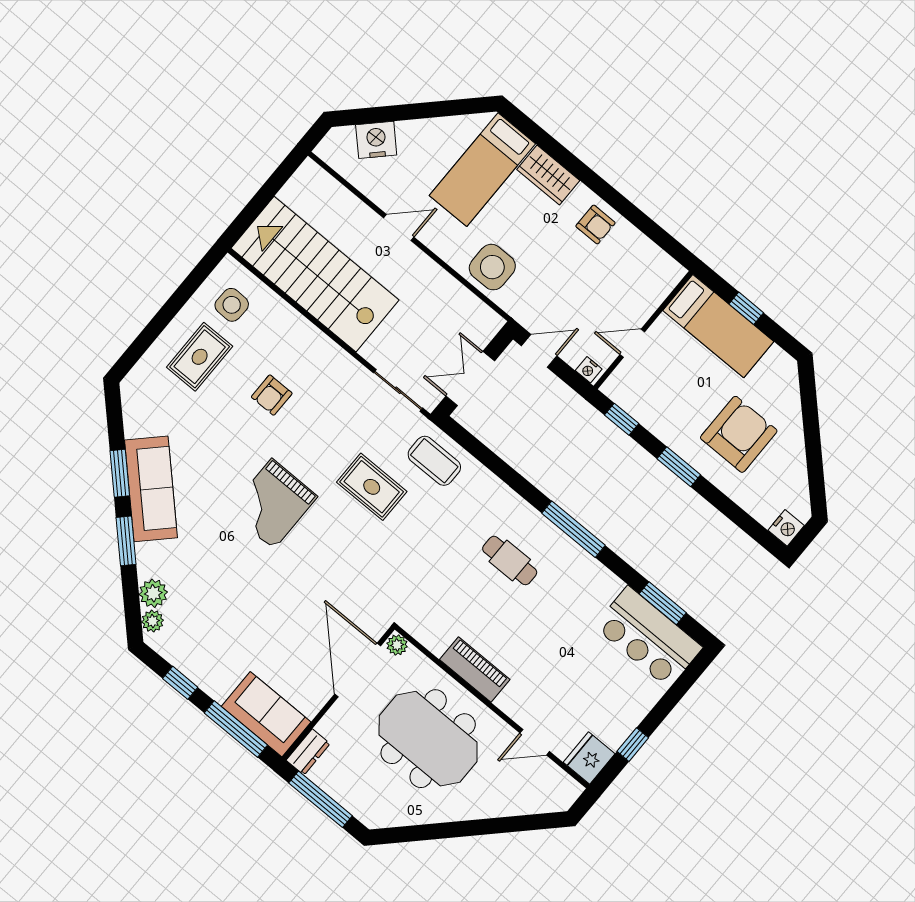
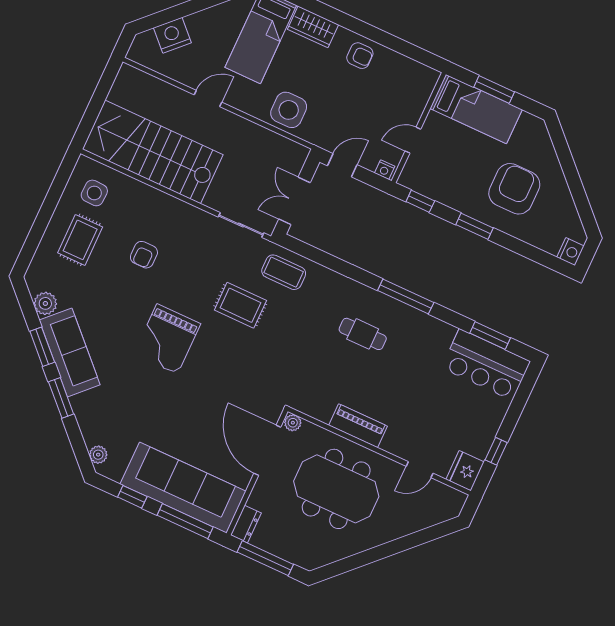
window: (746, 308) -> (494, 89), width x1.50
plant: (153, 593) -> (45, 303), moved
sofa: (266, 714) -> (183, 488), width x1.85, depth x1.27

